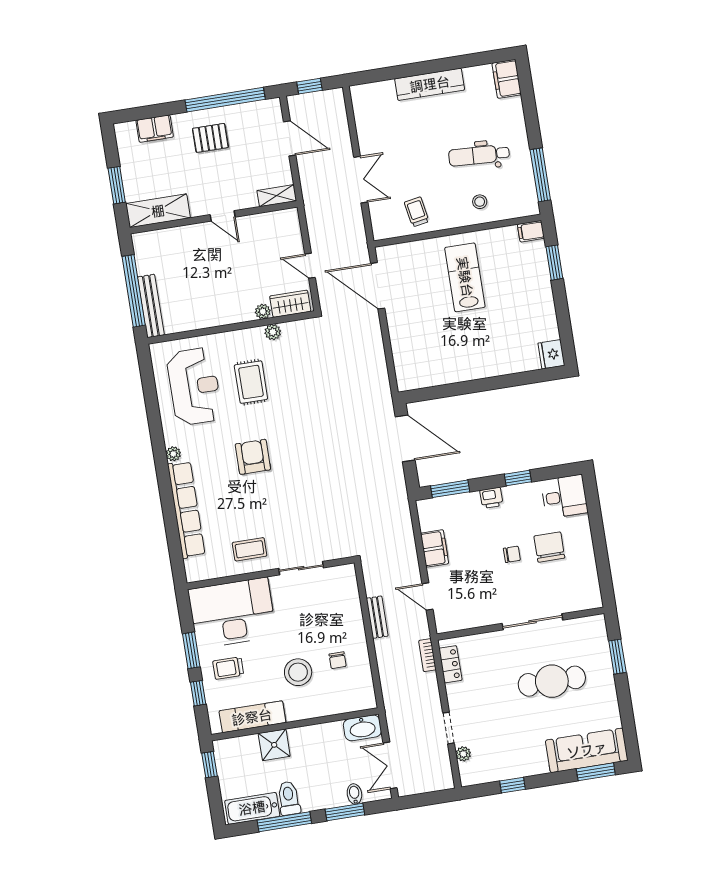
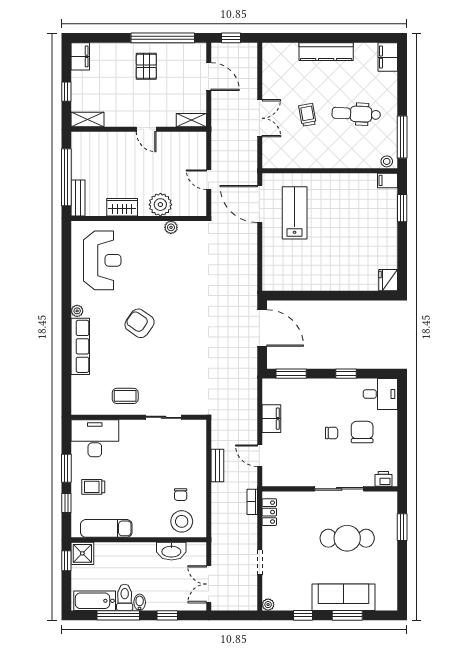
filing cabinet: (155, 129) -> (80, 56), moved, turned -90
pallet: (210, 138) -> (146, 66), turned 90
window: (117, 185) -> (66, 92), width x0.67
stool: (480, 202) -> (387, 161), moved
shelving: (158, 211) -> (88, 120), width x0.67, depth x0.75
trolley: (417, 212) -> (307, 115), moved
lab bench: (465, 277) -> (295, 213), moved
wardrobe: (290, 304) -> (122, 207), moved
bench: (151, 306) -> (78, 198), width x0.73
plant: (263, 312) -> (160, 205), width x1.87, depth x1.87
rug: (251, 382) -> (147, 264), removed
armchair: (253, 457) -> (140, 323), turned -55
printer: (491, 498) -> (383, 479), moved, turned 180
row of seats: (186, 510) -> (80, 346), width x0.73
desk: (232, 613) -> (95, 438), width x0.73, depth x0.77
stool: (298, 672) -> (182, 521), moved
washbasin: (362, 728) -> (171, 551), moved
shower: (274, 745) -> (82, 553), moved
sofa: (587, 750) -> (343, 597), moved
plant: (463, 754) -> (268, 605), moved
window: (596, 772) -> (347, 615), moved
bidet: (354, 794) -> (140, 602), moved
window: (345, 812) -> (167, 615), width x0.67

